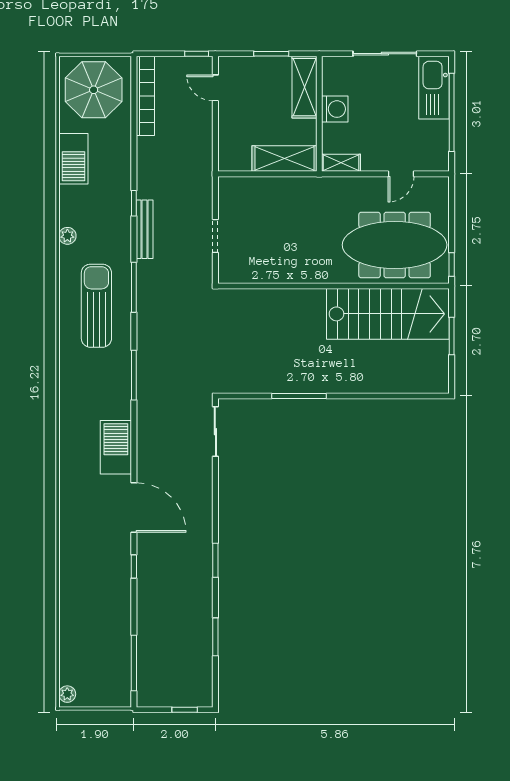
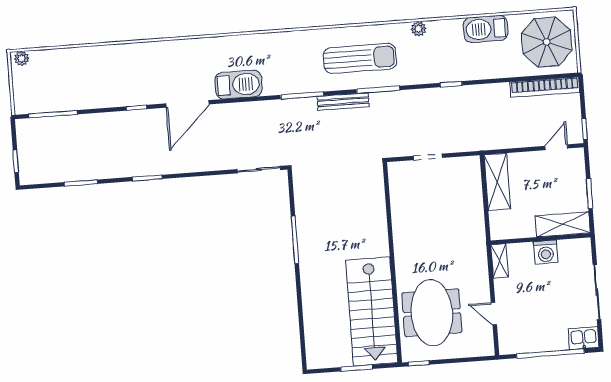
kitchen sink: (434, 88) -> (584, 338), width x0.53, depth x0.81
shelving: (284, 159) -> (497, 182), moved
bench: (145, 229) -> (343, 102), moved
meeting table: (395, 245) -> (432, 313), width x0.73

